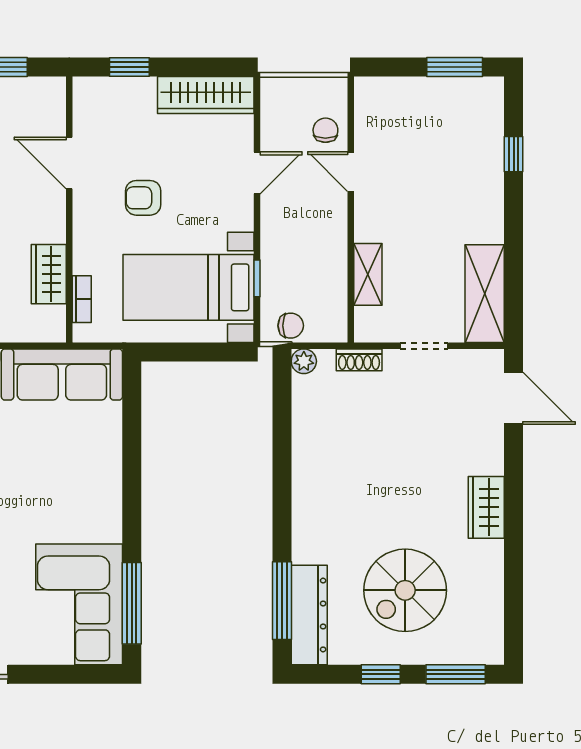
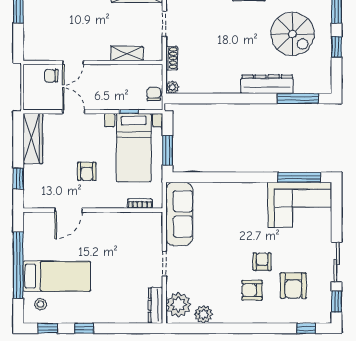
wardrobe: (49, 274) -> (127, 221), removed
window: (183, 352) -> (168, 150), added
dresser: (309, 615) -> (267, 84), moved

